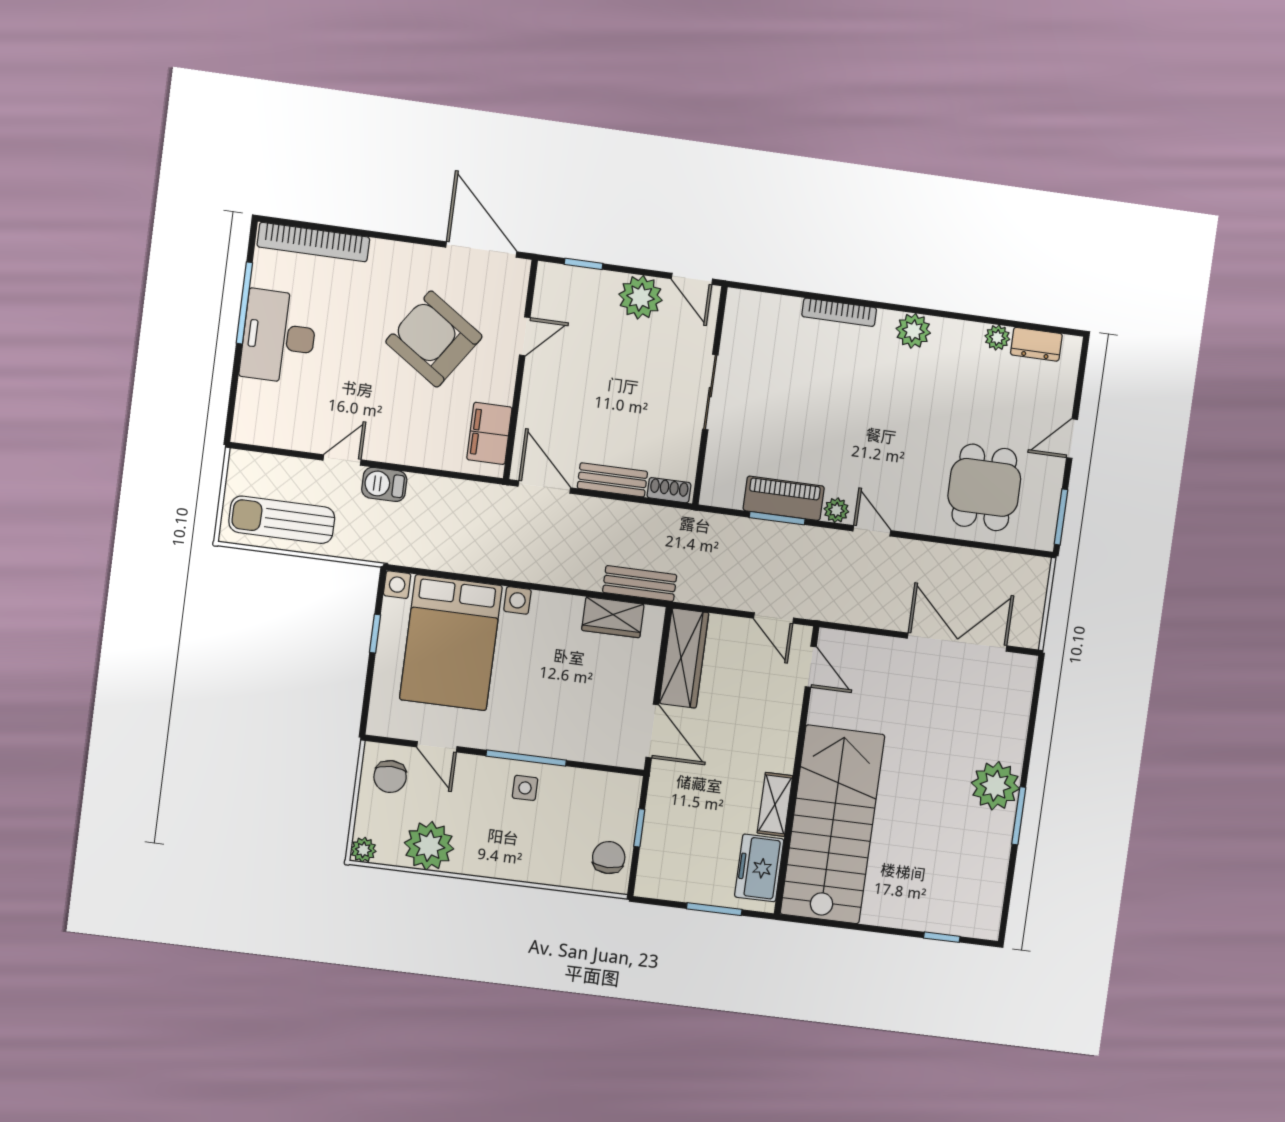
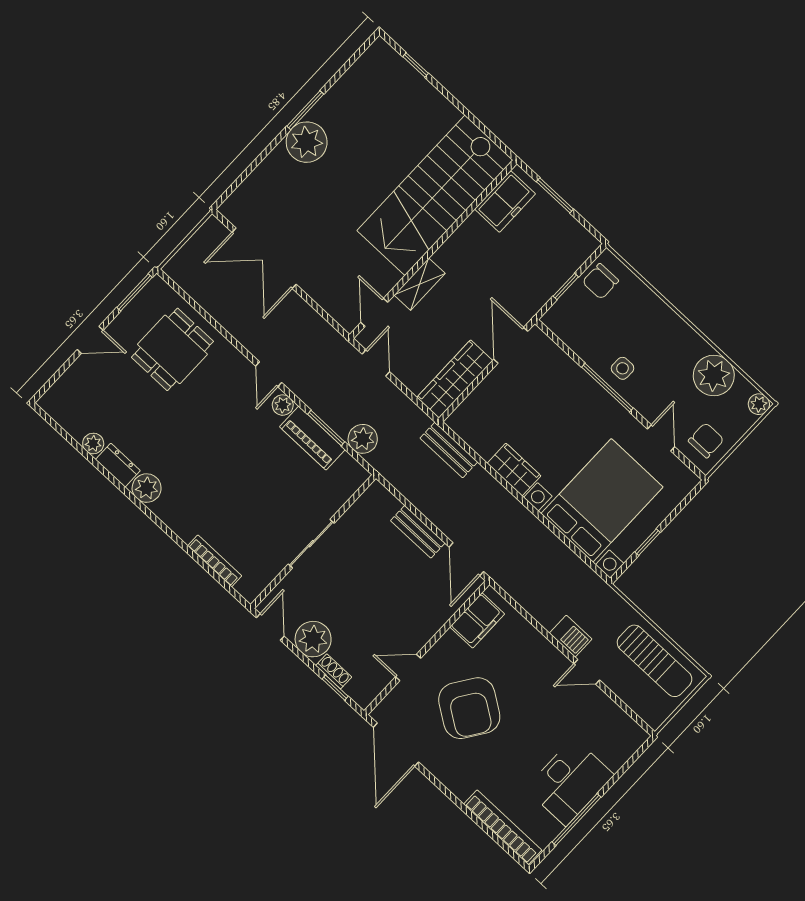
bookcase: (839, 312) -> (215, 561), moved
dresser: (1036, 344) -> (118, 465), moved
shoe rack: (669, 490) -> (334, 671), moved, turned 180
plant: (733, 533) -> (363, 439), added
wardrobe: (613, 617) -> (514, 470), moved
shelving: (775, 804) -> (420, 284), moved

